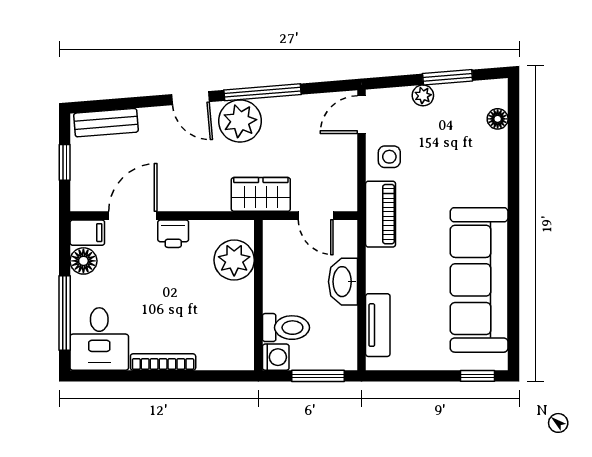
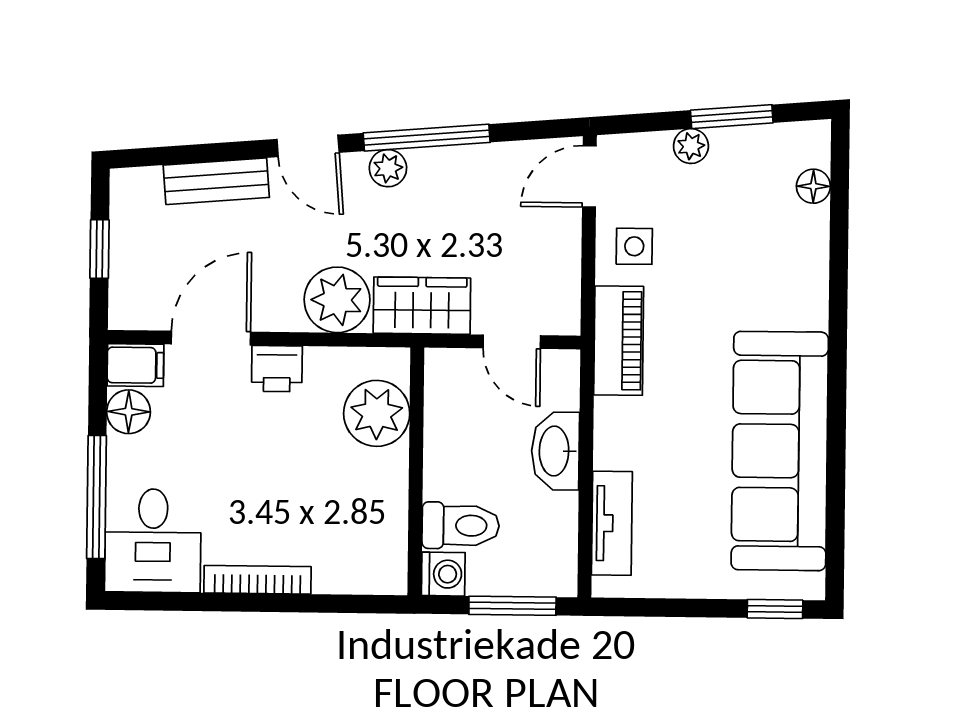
plant: (240, 121) -> (388, 168), width x0.53, depth x0.53
bench: (106, 123) -> (216, 181), moved
plant: (209, 191) -> (337, 300), added

